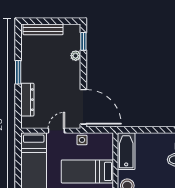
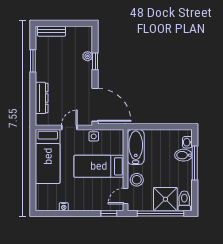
bench: (43, 29) -> (52, 31), width x0.73
window: (83, 41) -> (95, 61), moved
window: (18, 72) -> (33, 61), moved

